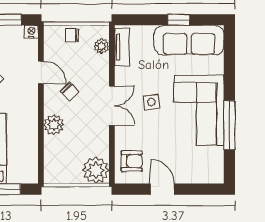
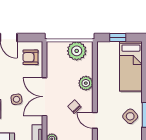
double door: (112, 106) -> (44, 97), width x1.37
plant: (96, 170) -> (77, 51), moved

